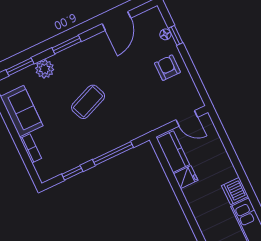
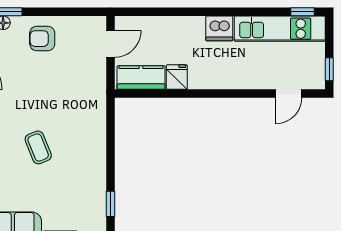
coffee table: (88, 102) -> (38, 147), width x0.73, depth x0.77
window: (113, 153) -> (111, 147), removed

